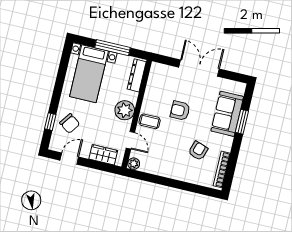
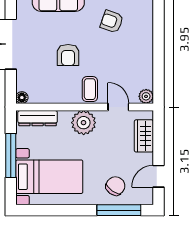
floor lamp: (155, 67) -> (22, 98), added
window: (50, 122) -> (119, 210), width x2.17
door: (130, 140) -> (118, 107), hinge flipped
door: (69, 159) -> (158, 176), hinge flipped

